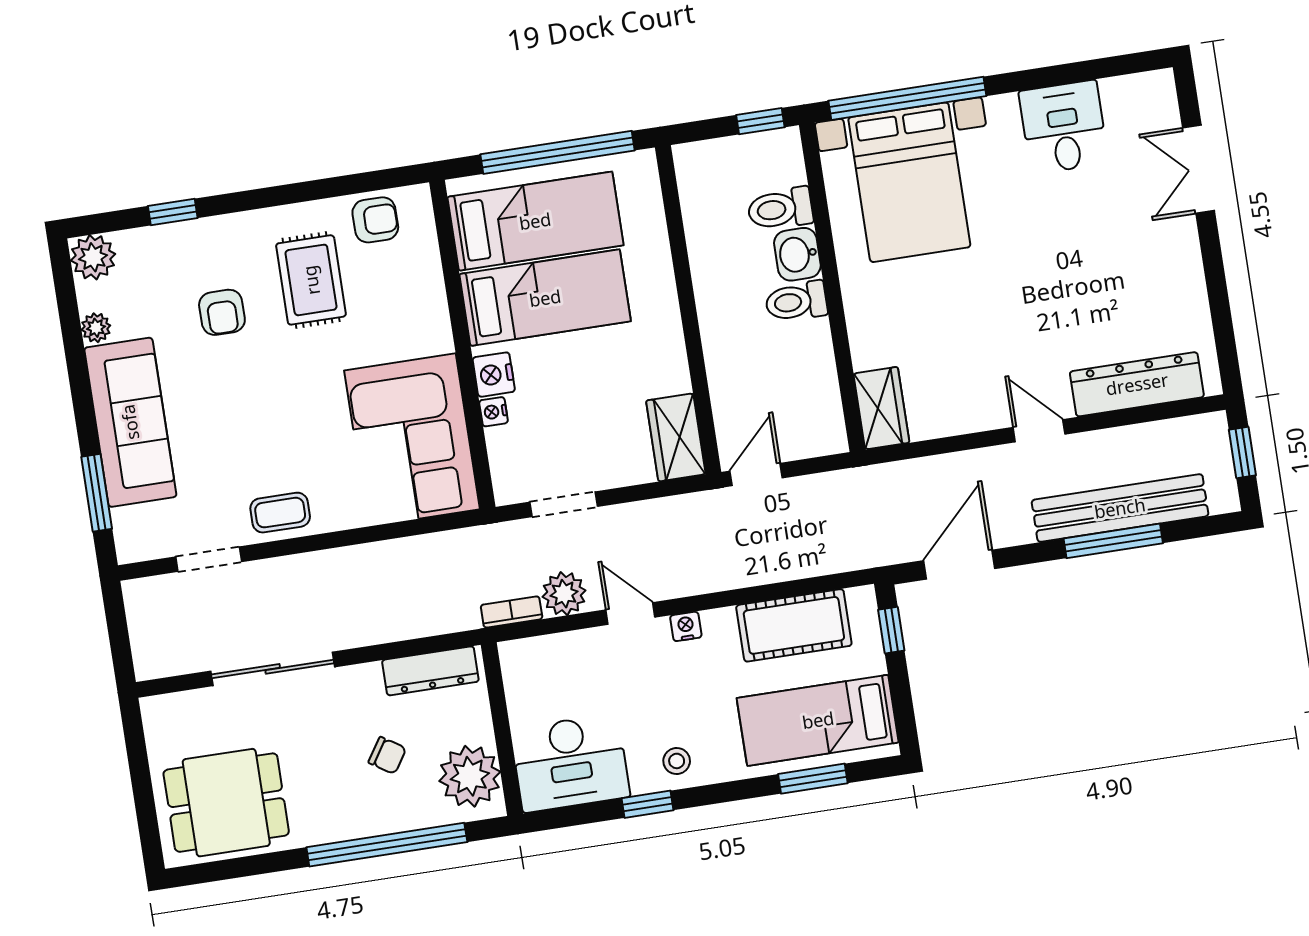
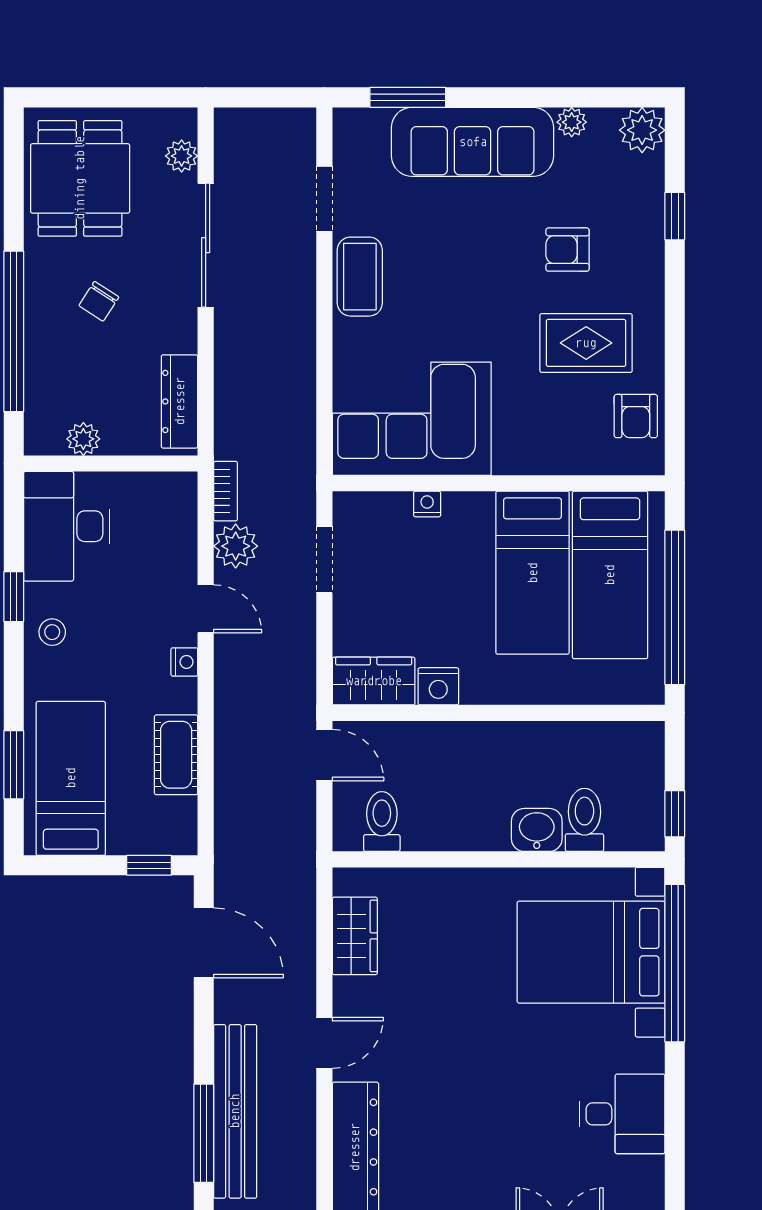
toilet: (796, 302) -> (382, 822), moved
nightstand: (494, 375) -> (438, 686), moved, turned 180
wardrobe: (881, 408) -> (355, 936), moved, turned -90
coffee table: (280, 513) -> (360, 277), width x1.36, depth x1.30
window: (1113, 541) -> (204, 1133), moved
door: (630, 614) -> (206, 609), hinge flipped
cot: (794, 625) -> (176, 755), width x0.73, depth x0.75
plant: (189, 706) -> (182, 156), added
chair: (387, 755) -> (99, 301), moved
plant: (470, 776) -> (83, 439), width x0.53, depth x0.53

